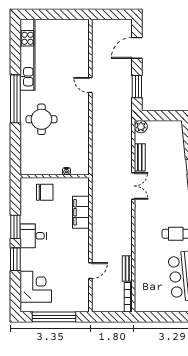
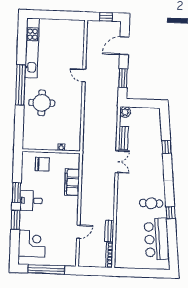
window: (114, 14) -> (106, 17), added

